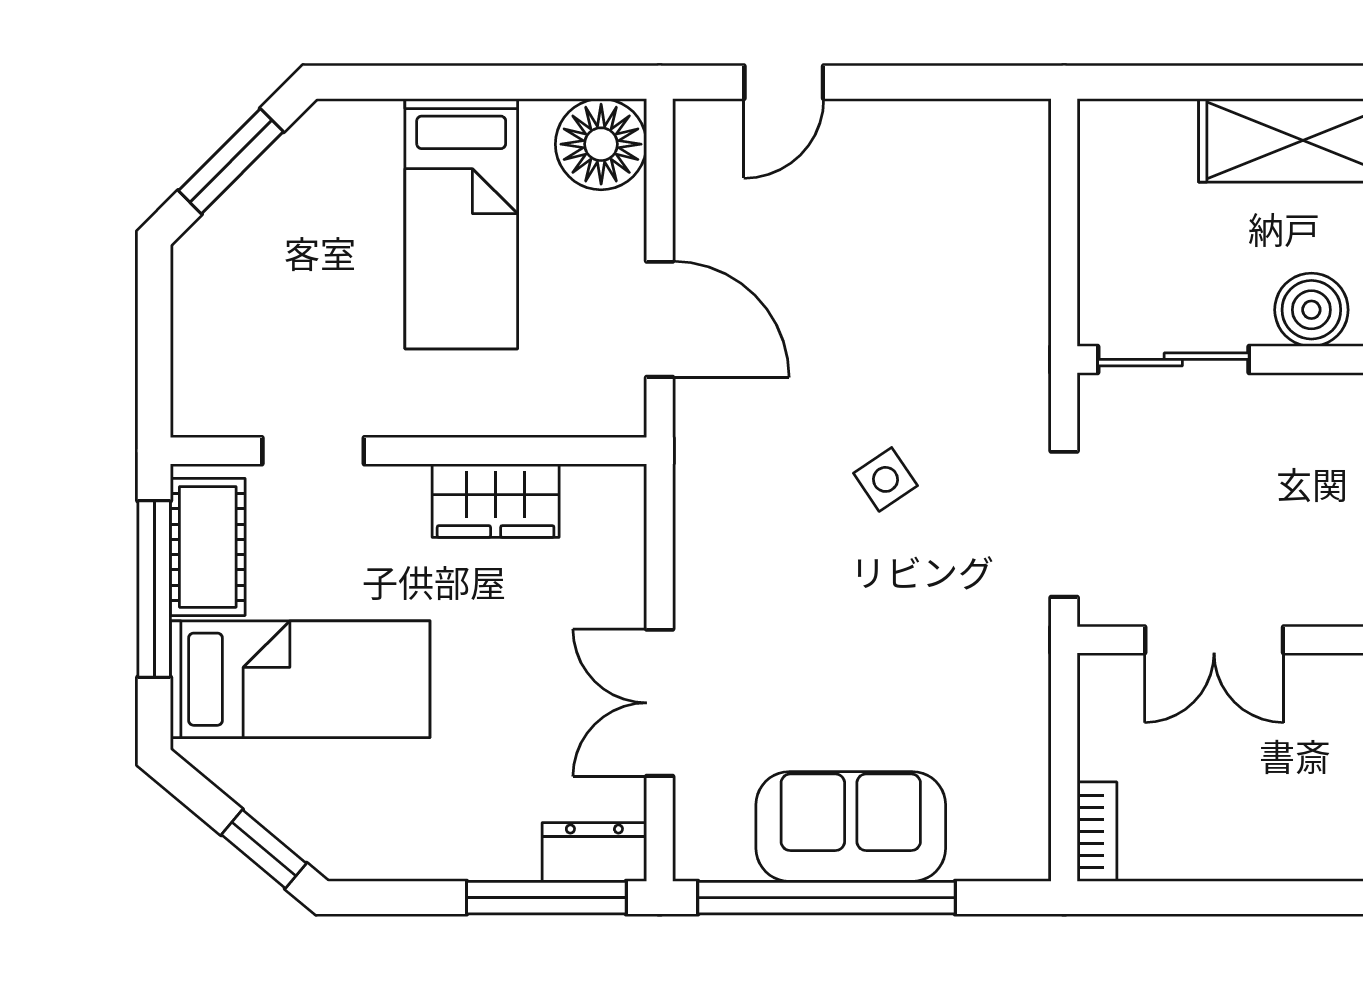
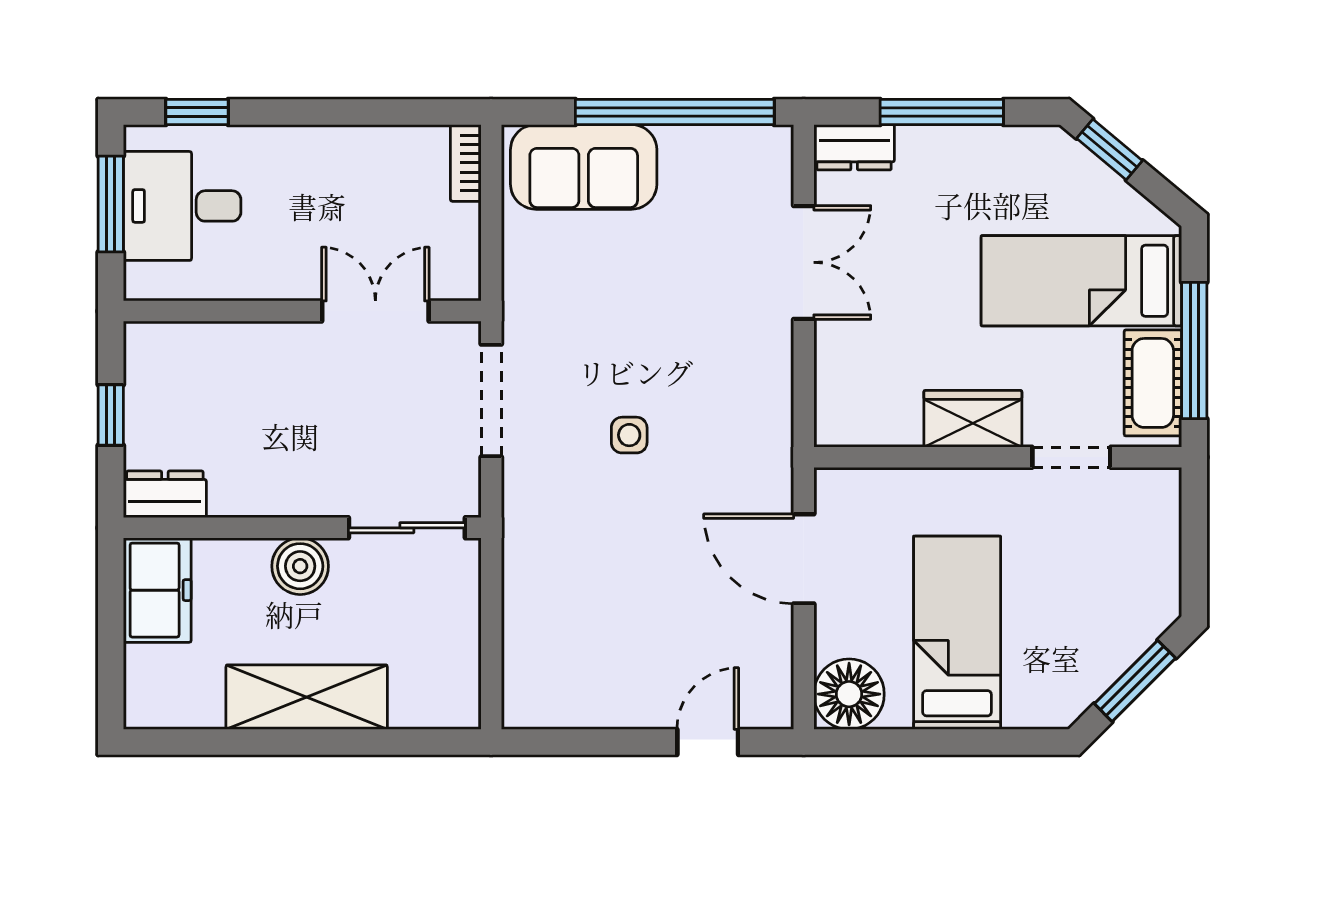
side table: (885, 479) -> (629, 435), turned 34
wardrobe: (496, 501) -> (973, 419), moved
sofa: (851, 826) -> (584, 167), moved
window: (546, 898) -> (942, 112), moved

